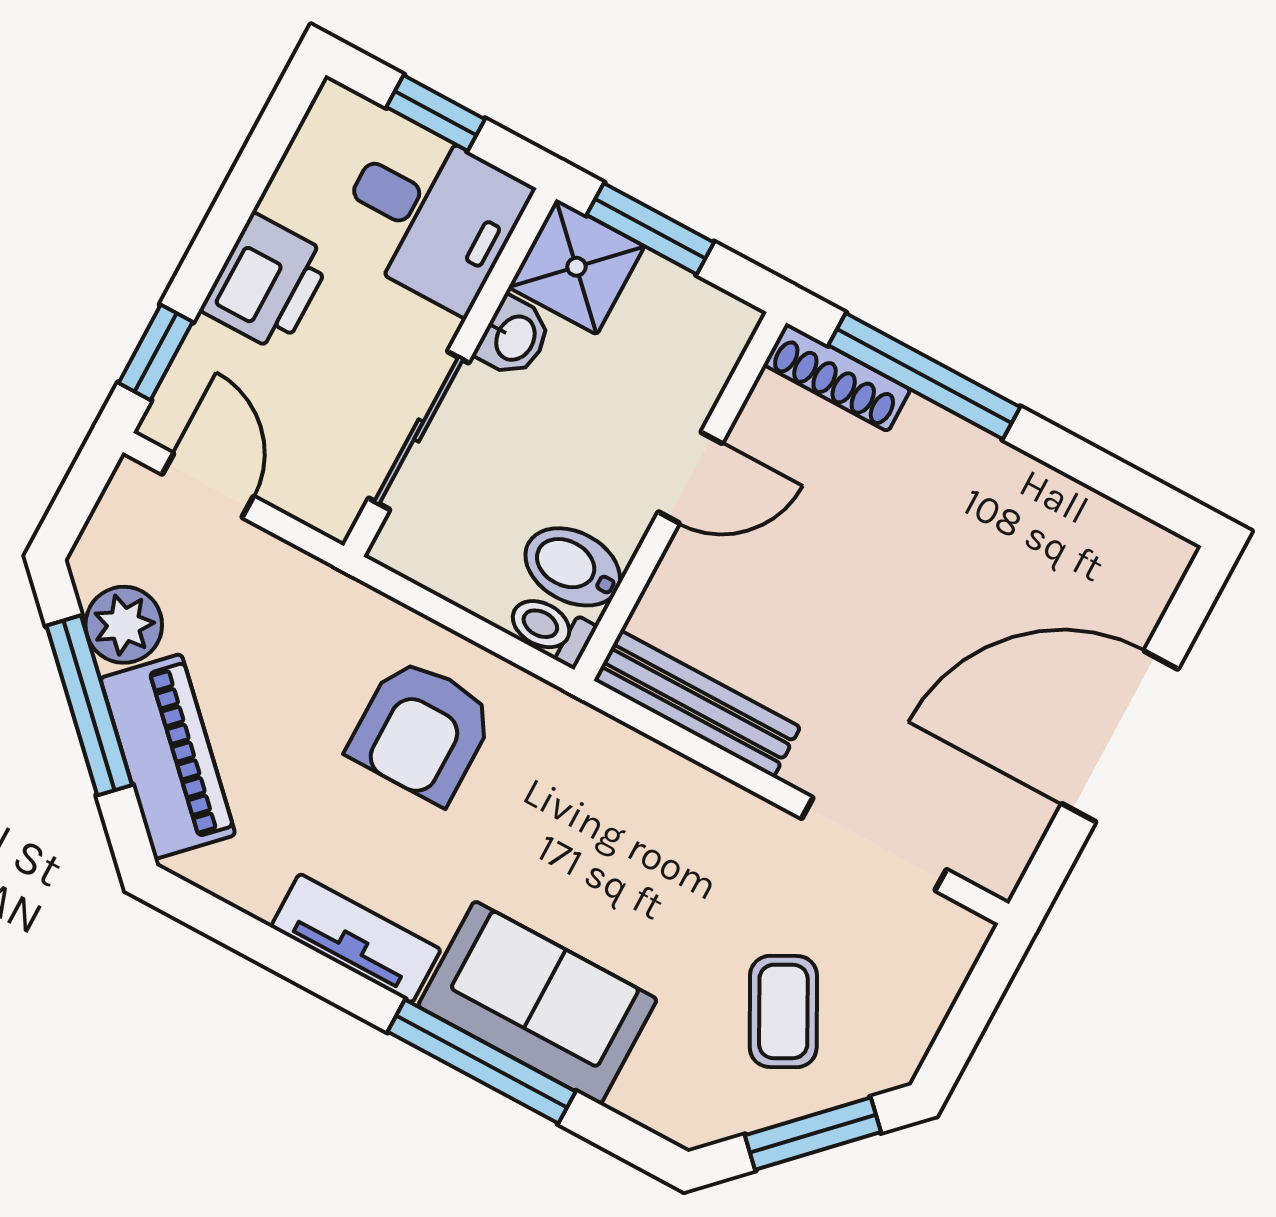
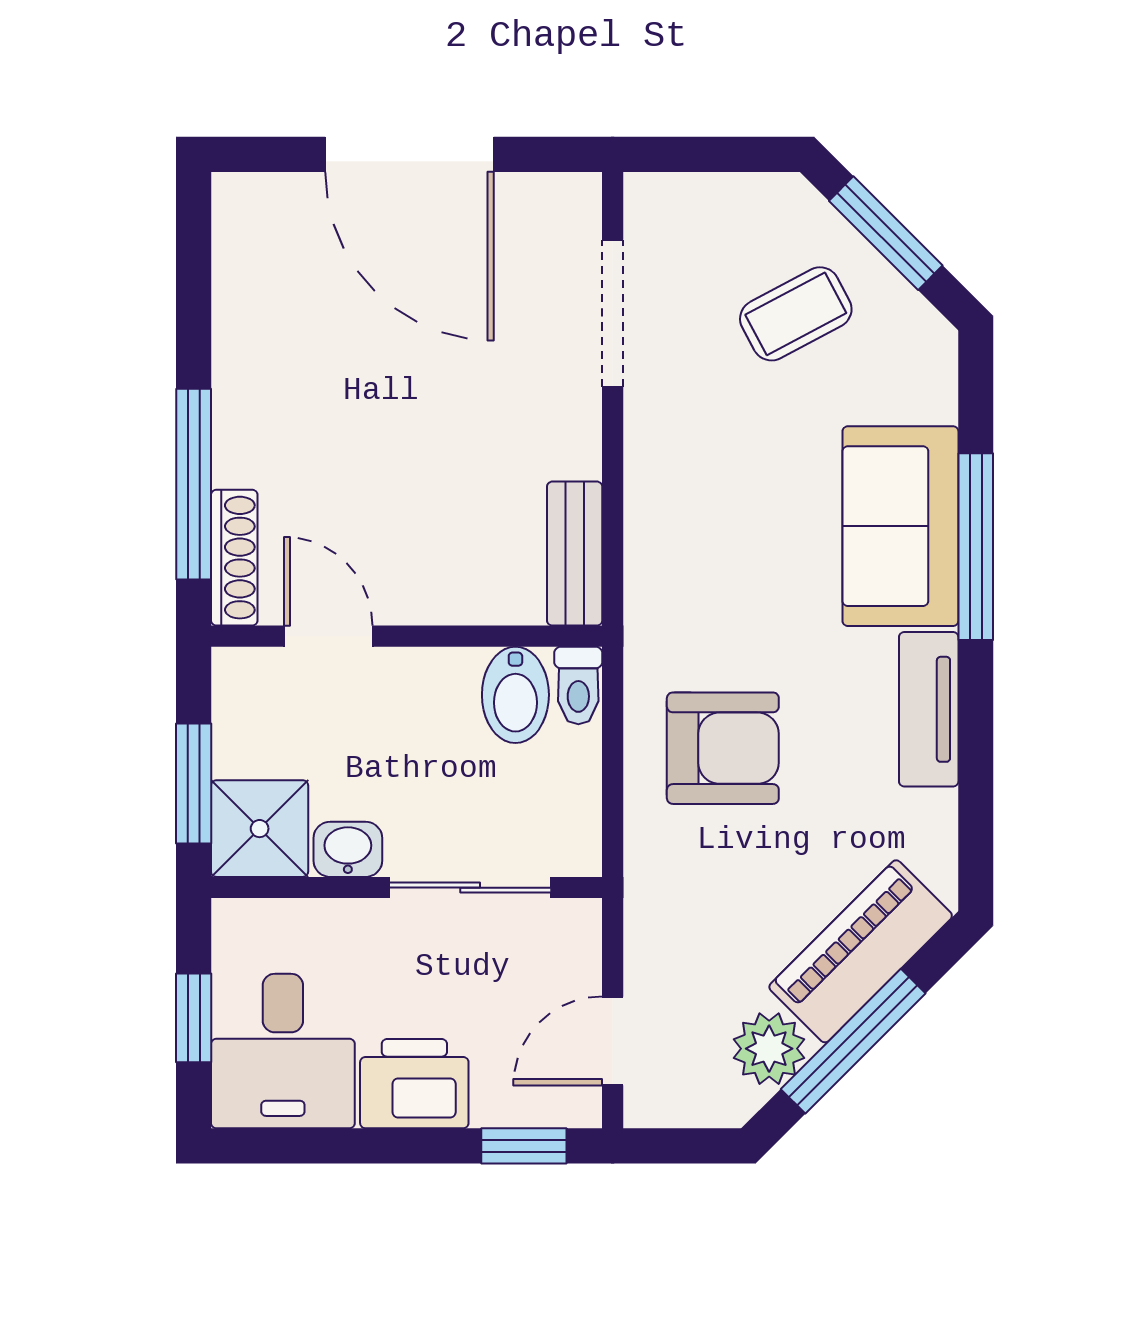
desk: (431, 216) -> (283, 1051), moved, turned 180
door: (690, 478) -> (328, 636), moved
bench: (697, 704) -> (575, 554), width x0.73

